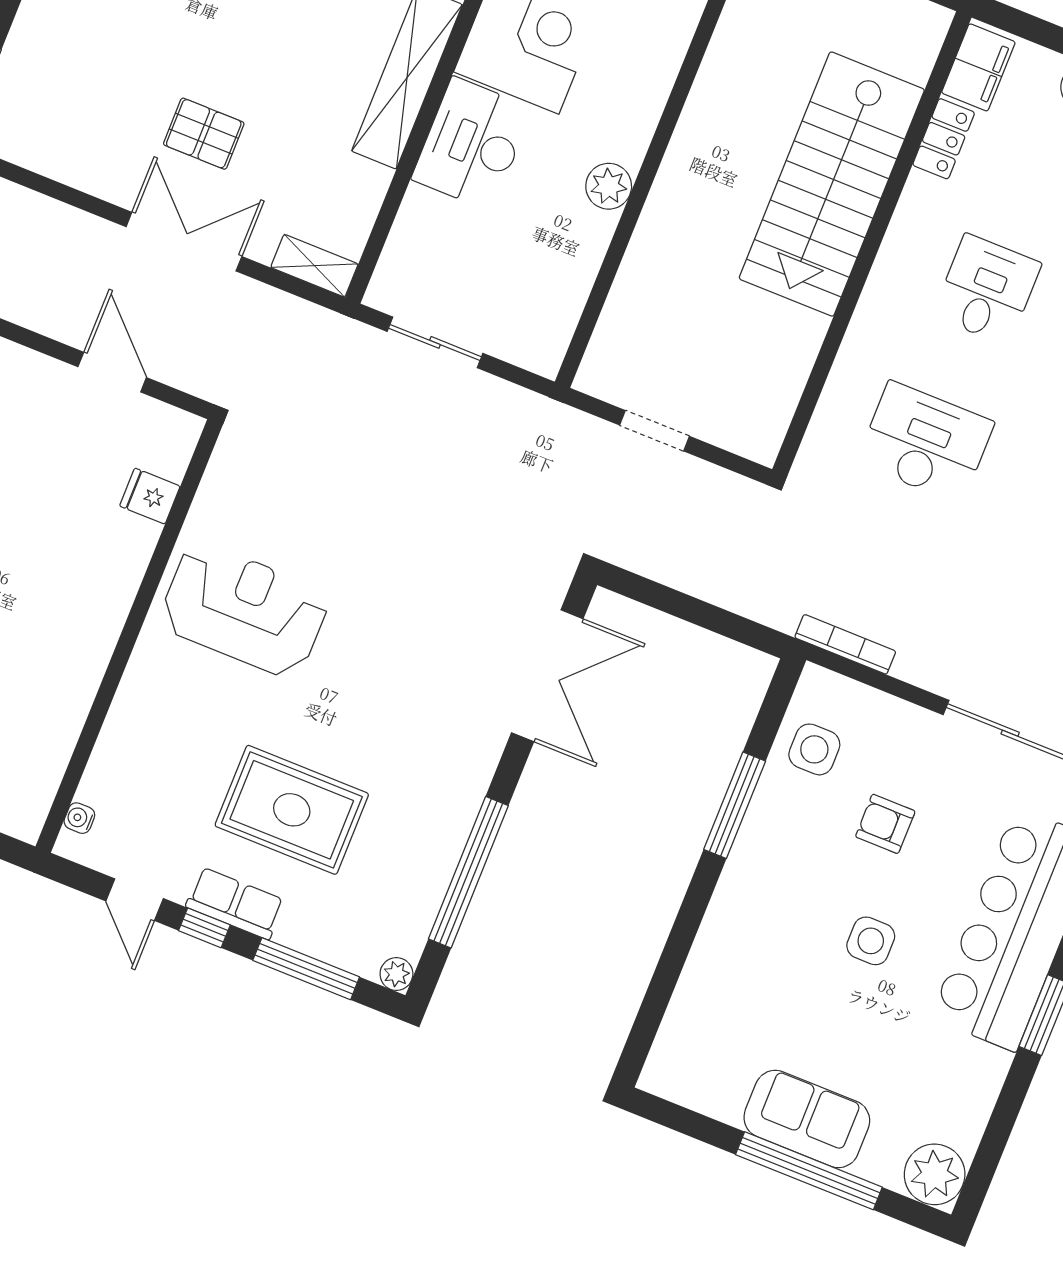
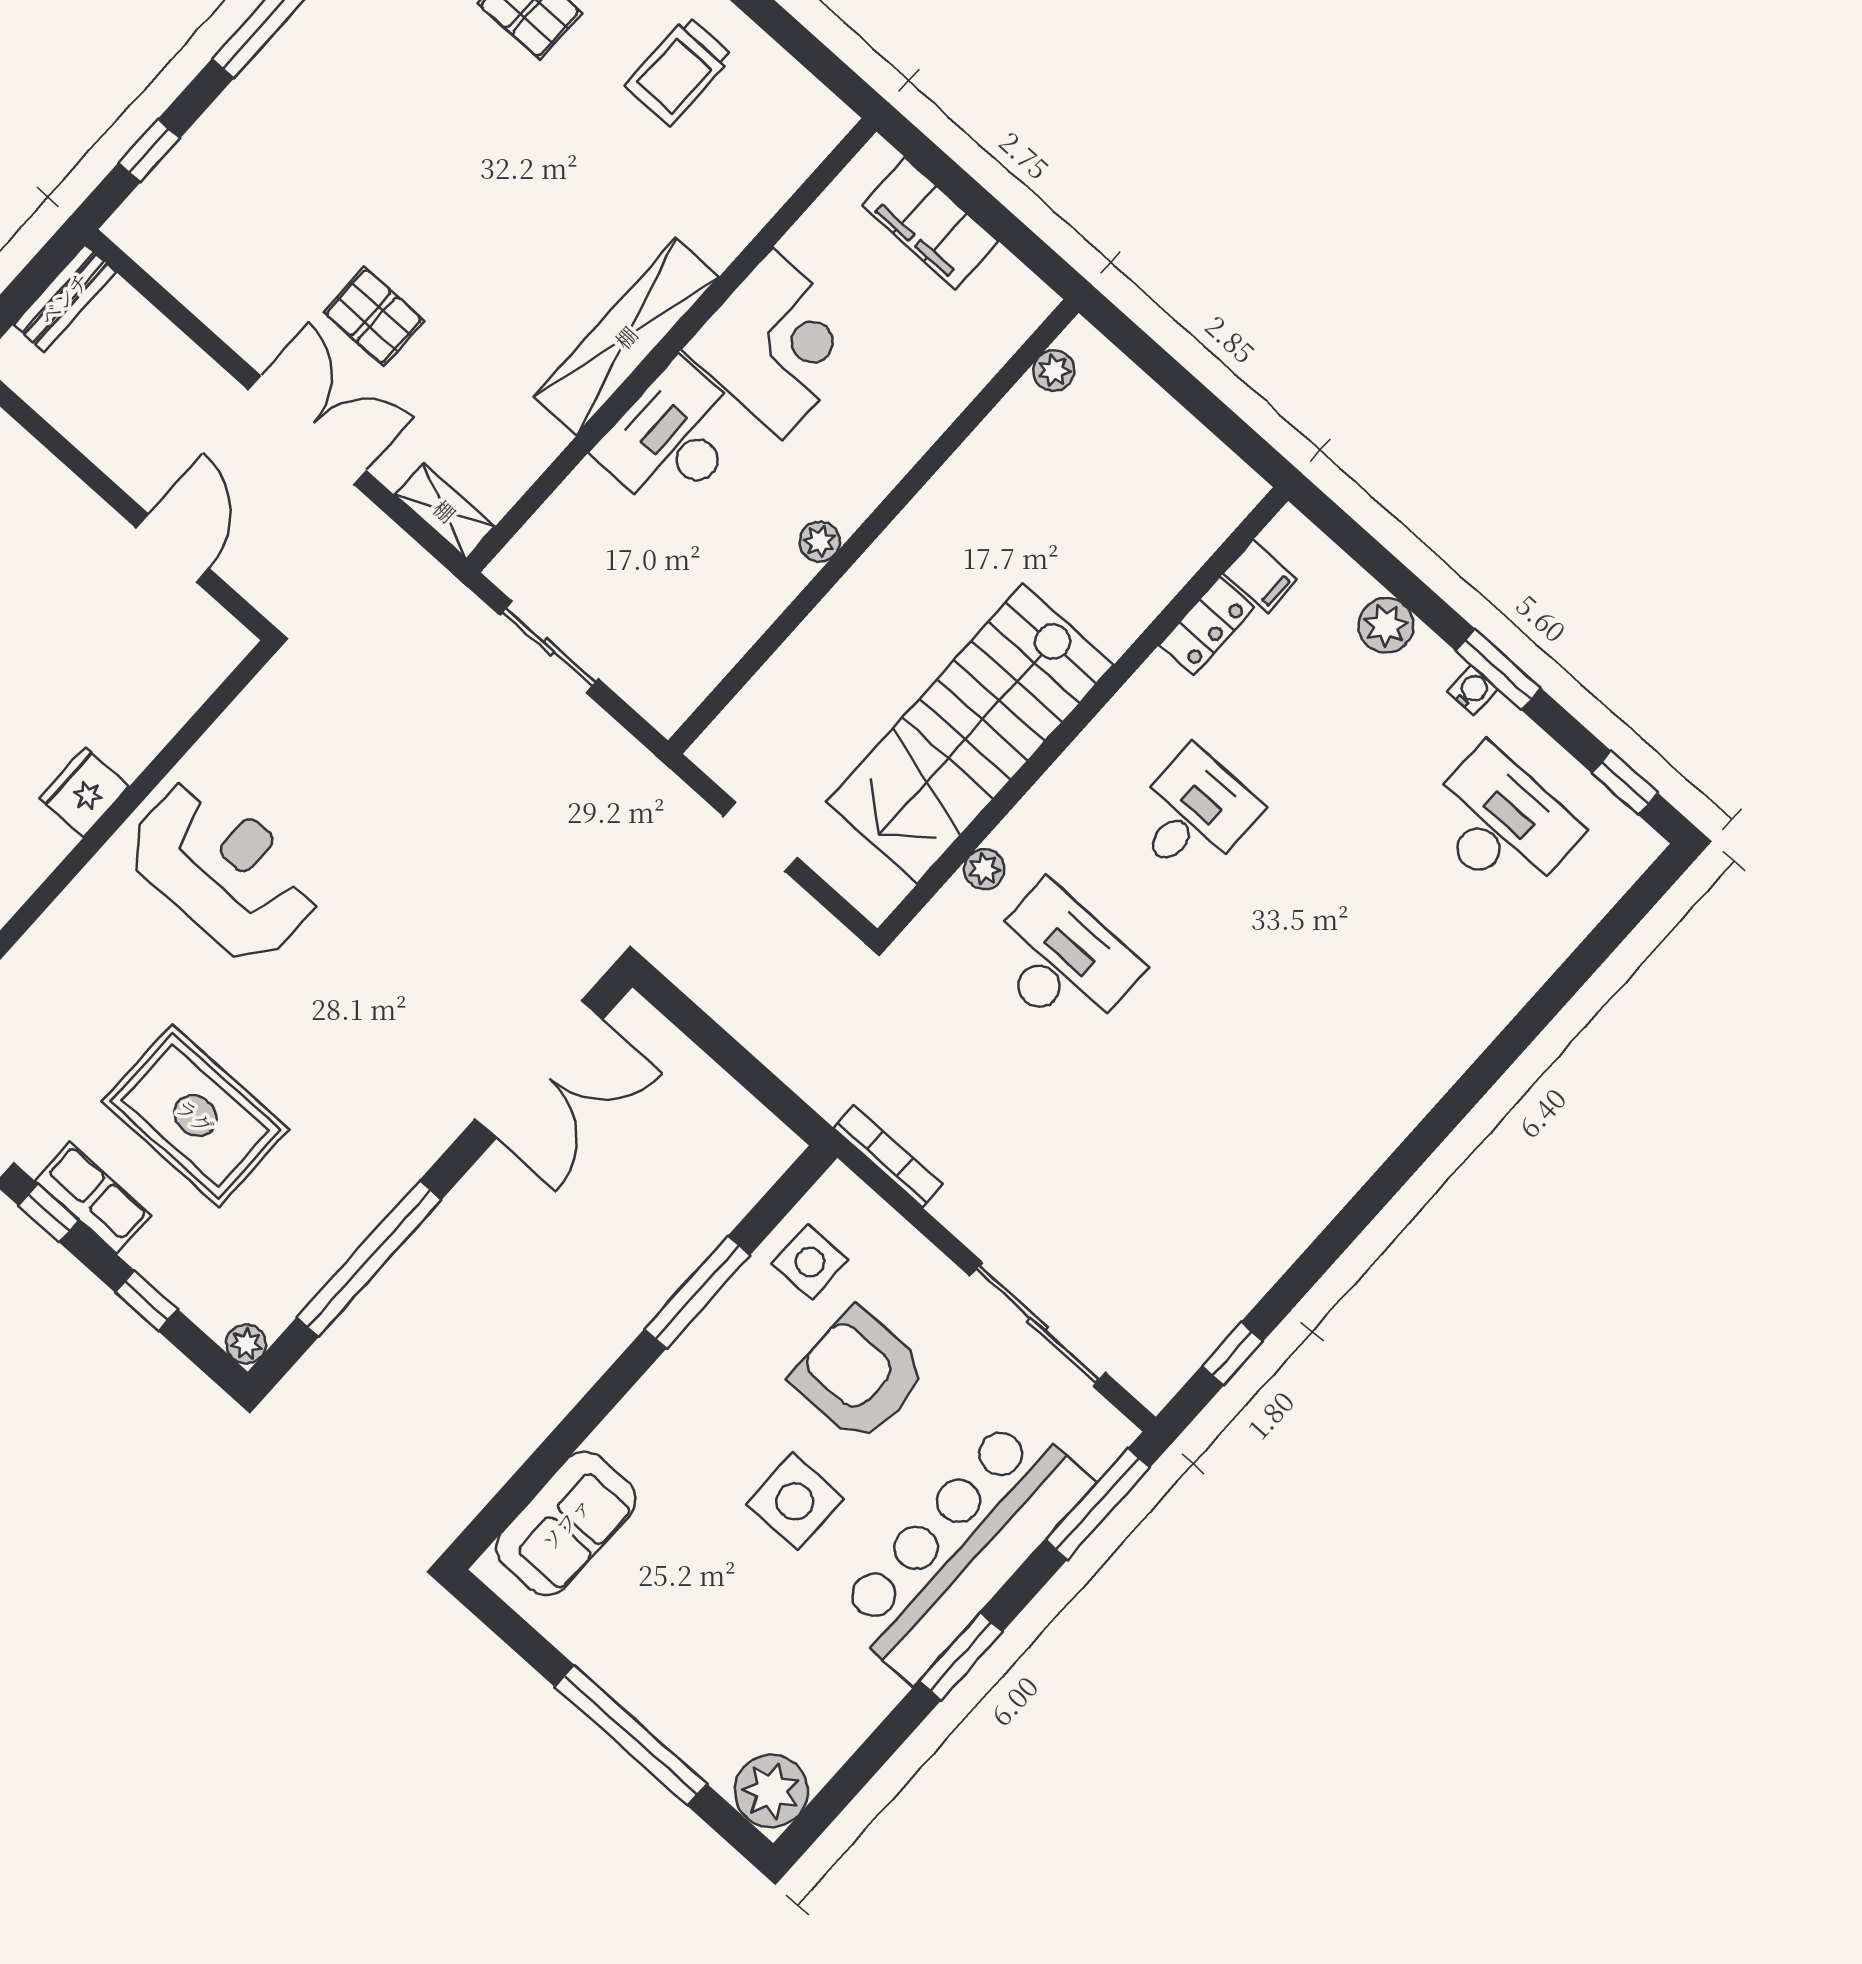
filing cabinet: (978, 67) -> (1260, 577), width x0.50
stairs: (832, 184) -> (970, 734), moved
plant: (609, 186) -> (820, 541), width x0.73, depth x0.73
plant: (839, 392) -> (984, 869), added
fridge: (150, 496) -> (84, 792), moved, width x1.38
armchair: (885, 824) -> (859, 1375), width x1.88, depth x1.88
side table: (871, 941) -> (795, 1501), width x1.37, depth x1.37
window: (306, 969) -> (146, 1301), width x0.46
sofa: (807, 1119) -> (566, 1523), moved, turned 90

